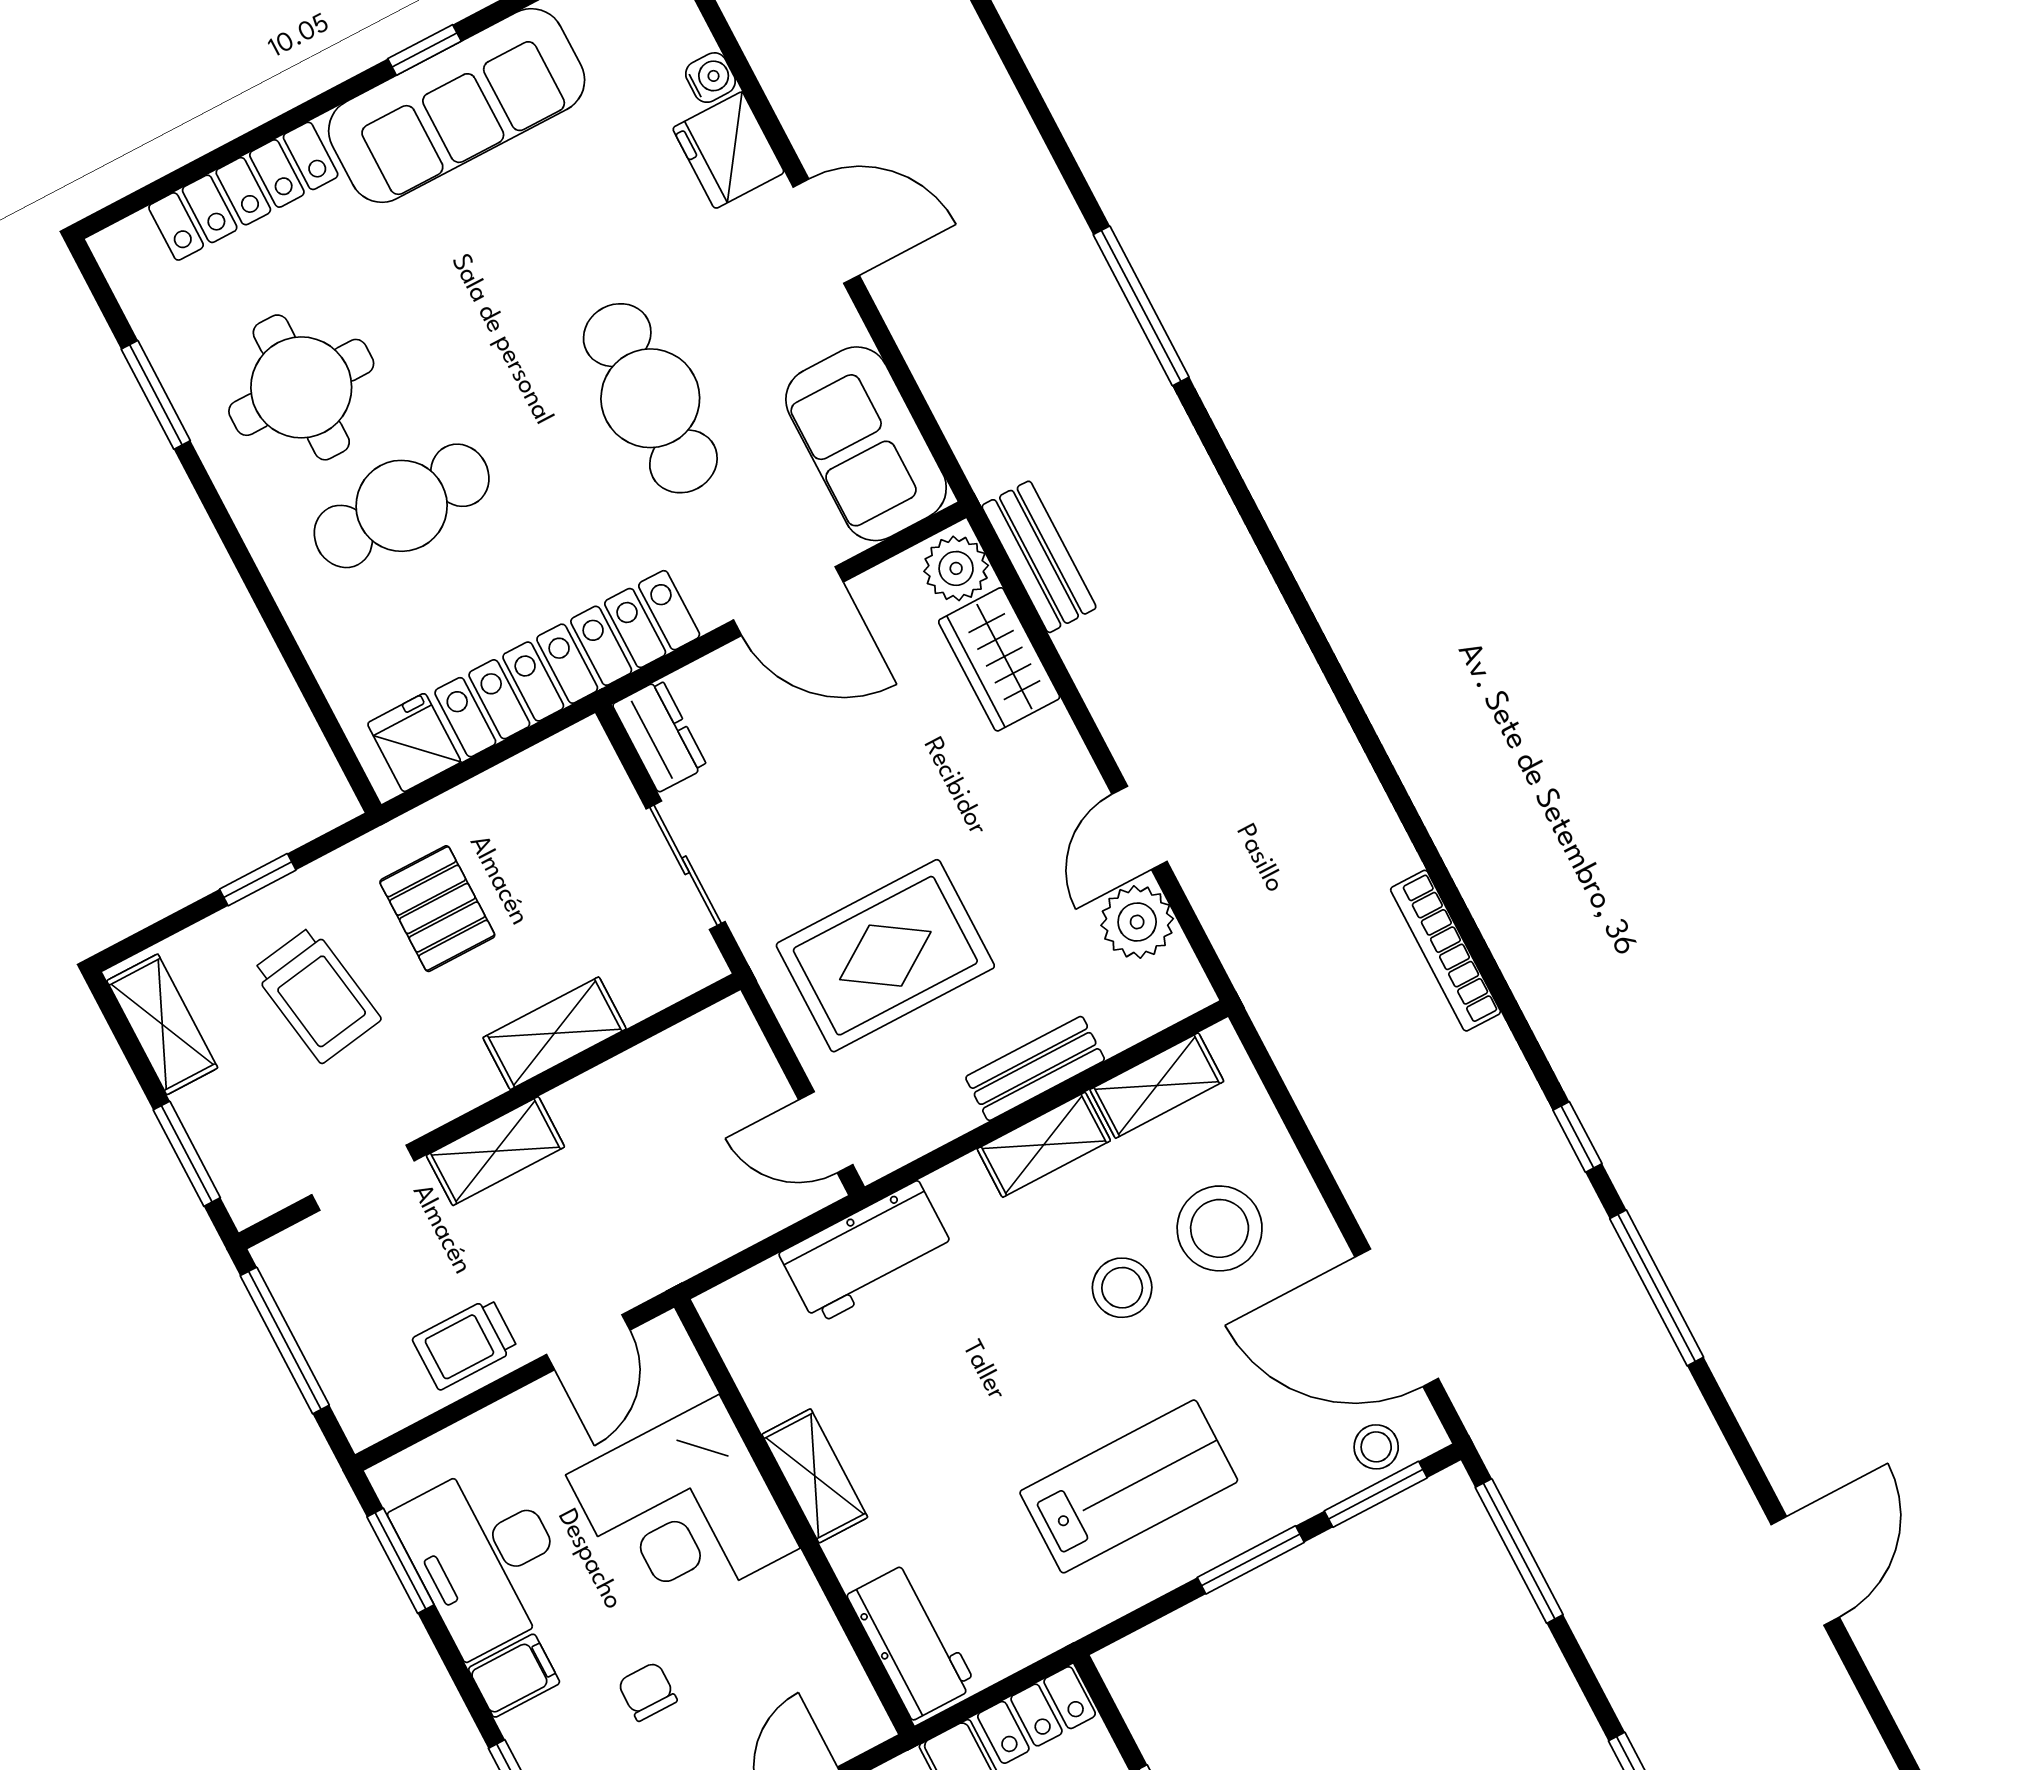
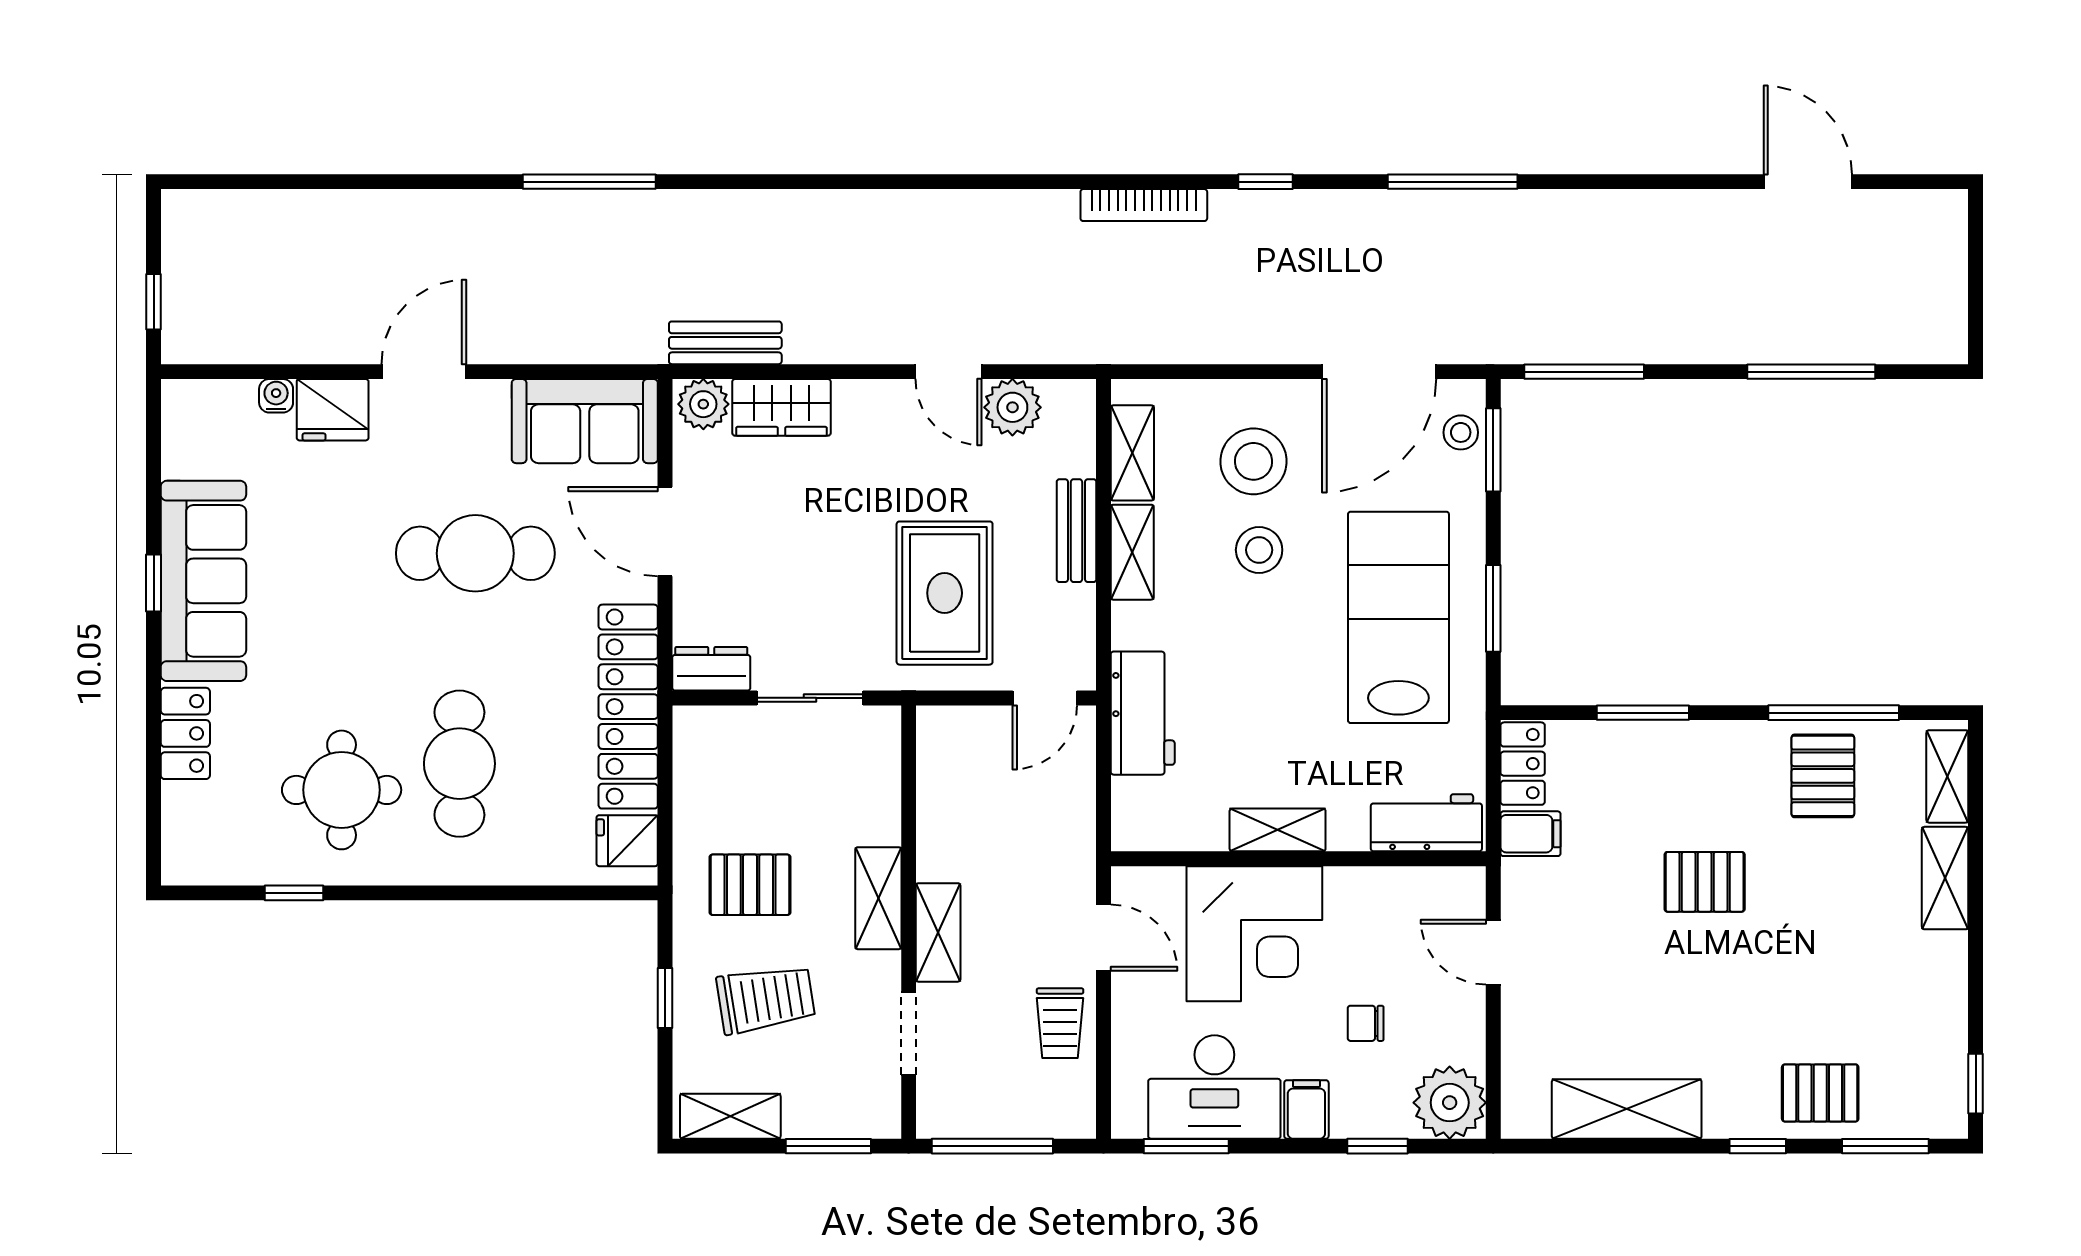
locker: (243, 191) -> (185, 733), width x0.66
window: (156, 395) -> (294, 893), width x0.67
door: (788, 601) -> (665, 532), swing flipped
shelving: (555, 1033) -> (878, 898), moved
window: (1577, 1137) -> (1265, 182), moved
lab bench: (1129, 1486) -> (1398, 617), width x1.36, depth x1.39
window: (1251, 1560) -> (1493, 608), moved
door: (1805, 1571) -> (1808, 182), moved

